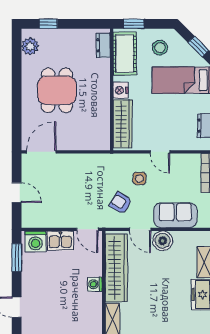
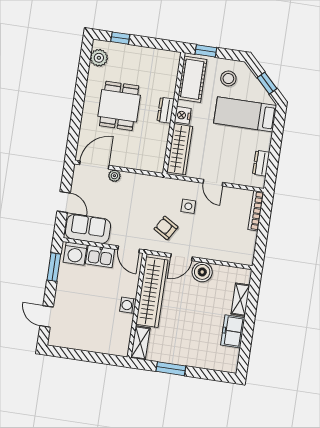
dresser: (103, 45) -> (166, 110), moved
plant: (63, 159) -> (114, 176), added
sofa: (175, 215) -> (88, 229), moved
door: (140, 229) -> (181, 257), hinge flipped

